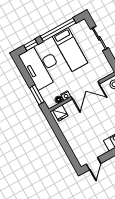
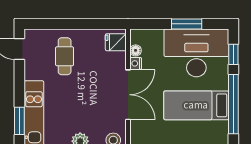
double door: (85, 90) -> (128, 95), swing flipped
window: (37, 95) -> (187, 24), moved
cafe table: (84, 137) -> (65, 56), added

